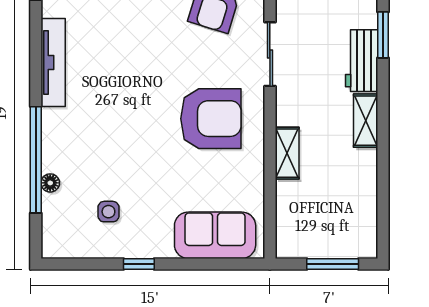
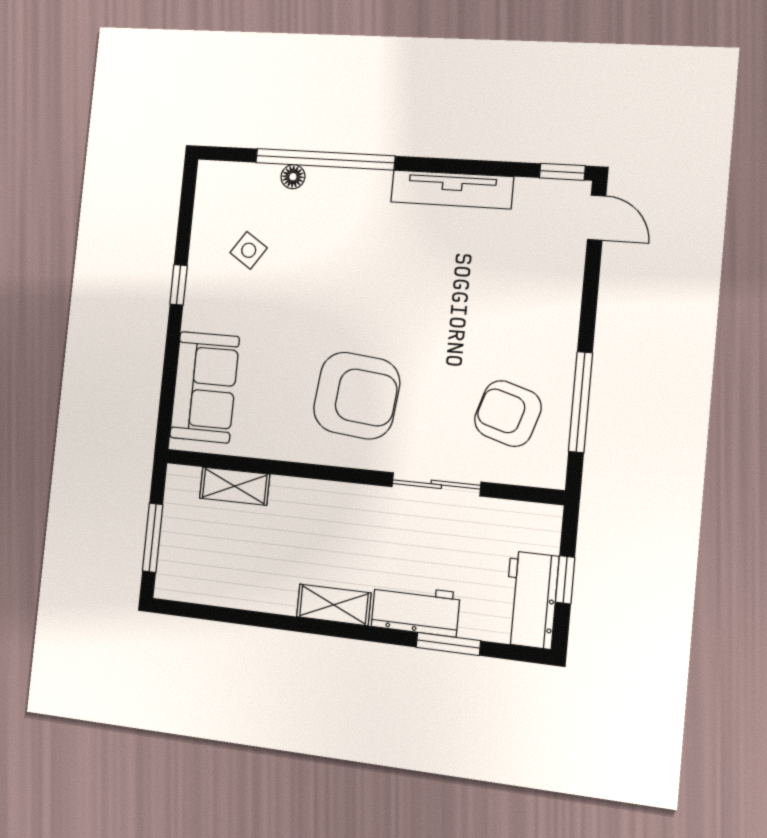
armchair: (211, 119) -> (357, 396), turned -84
shelving: (287, 153) -> (235, 486), moved
side table: (108, 212) -> (249, 250), turned 34

